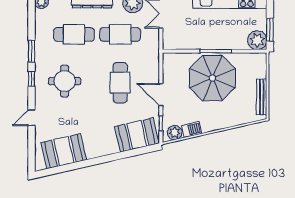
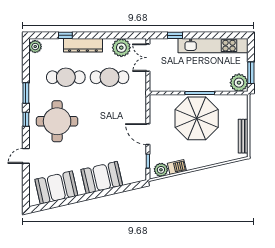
round table: (65, 81) -> (57, 121), width x1.36, depth x1.36
cafe table: (120, 83) -> (109, 123), removed
booth: (137, 135) -> (102, 177), moved

